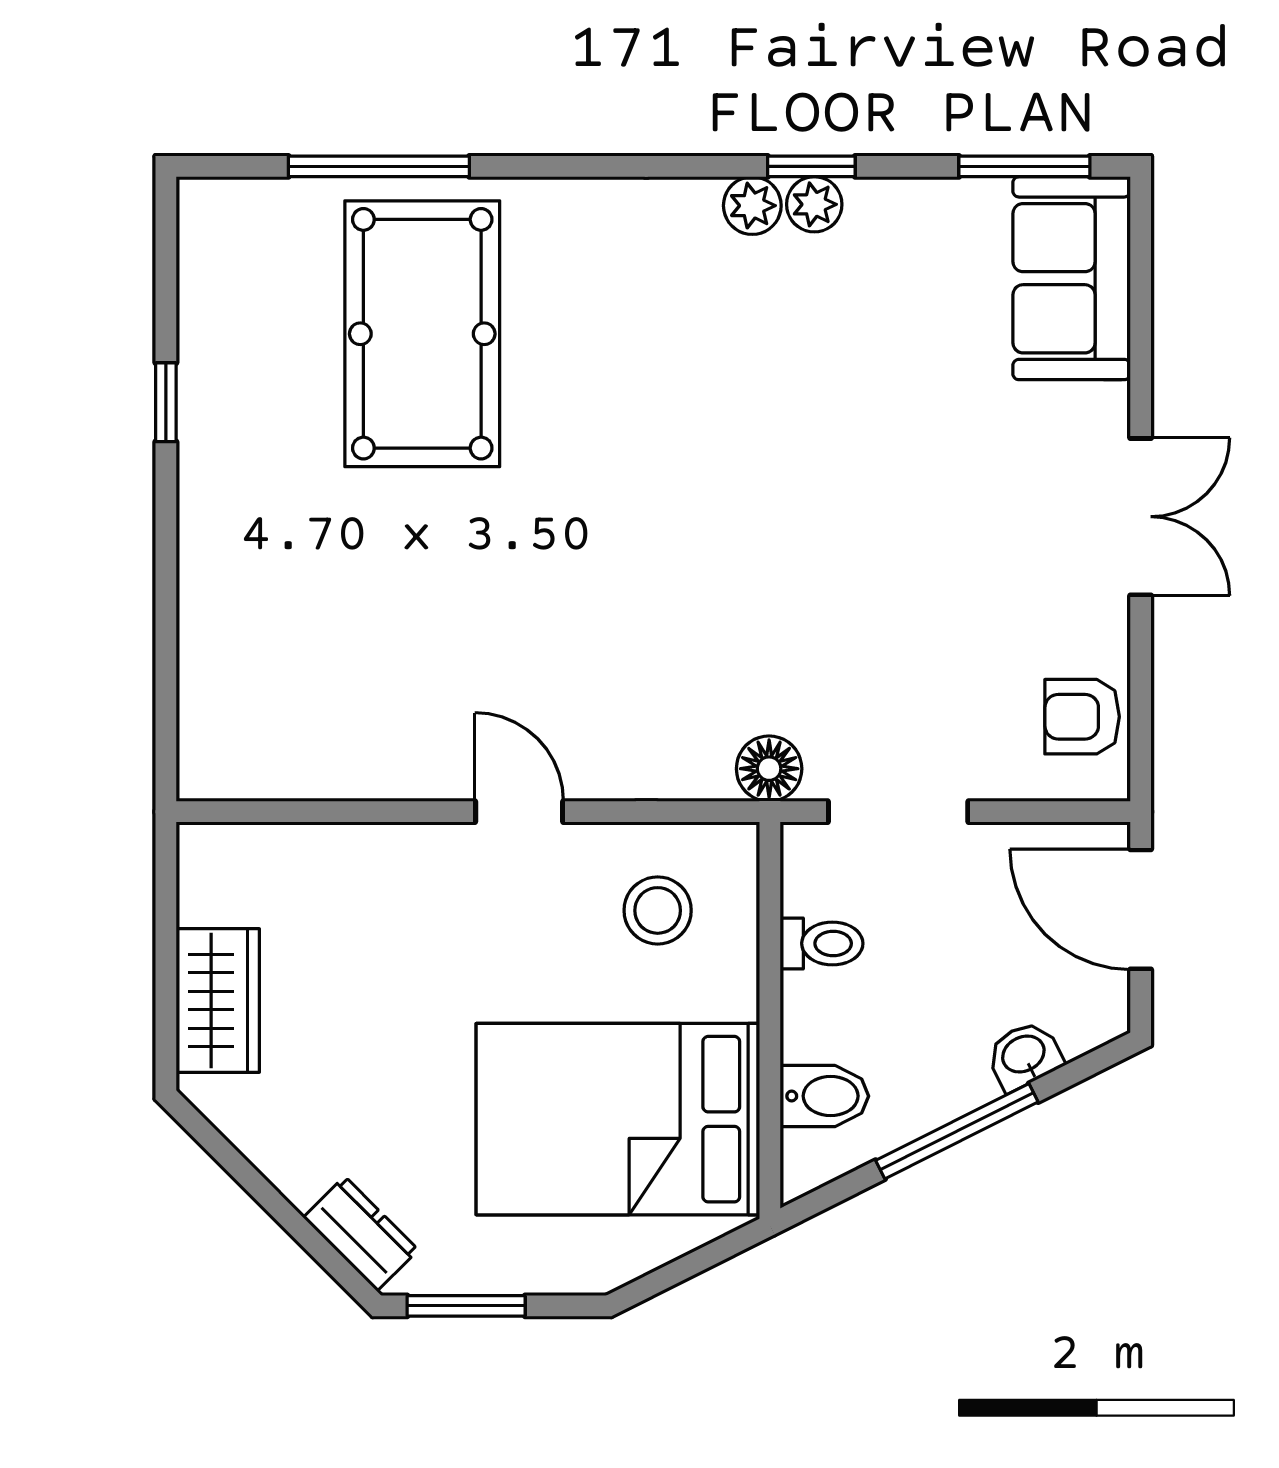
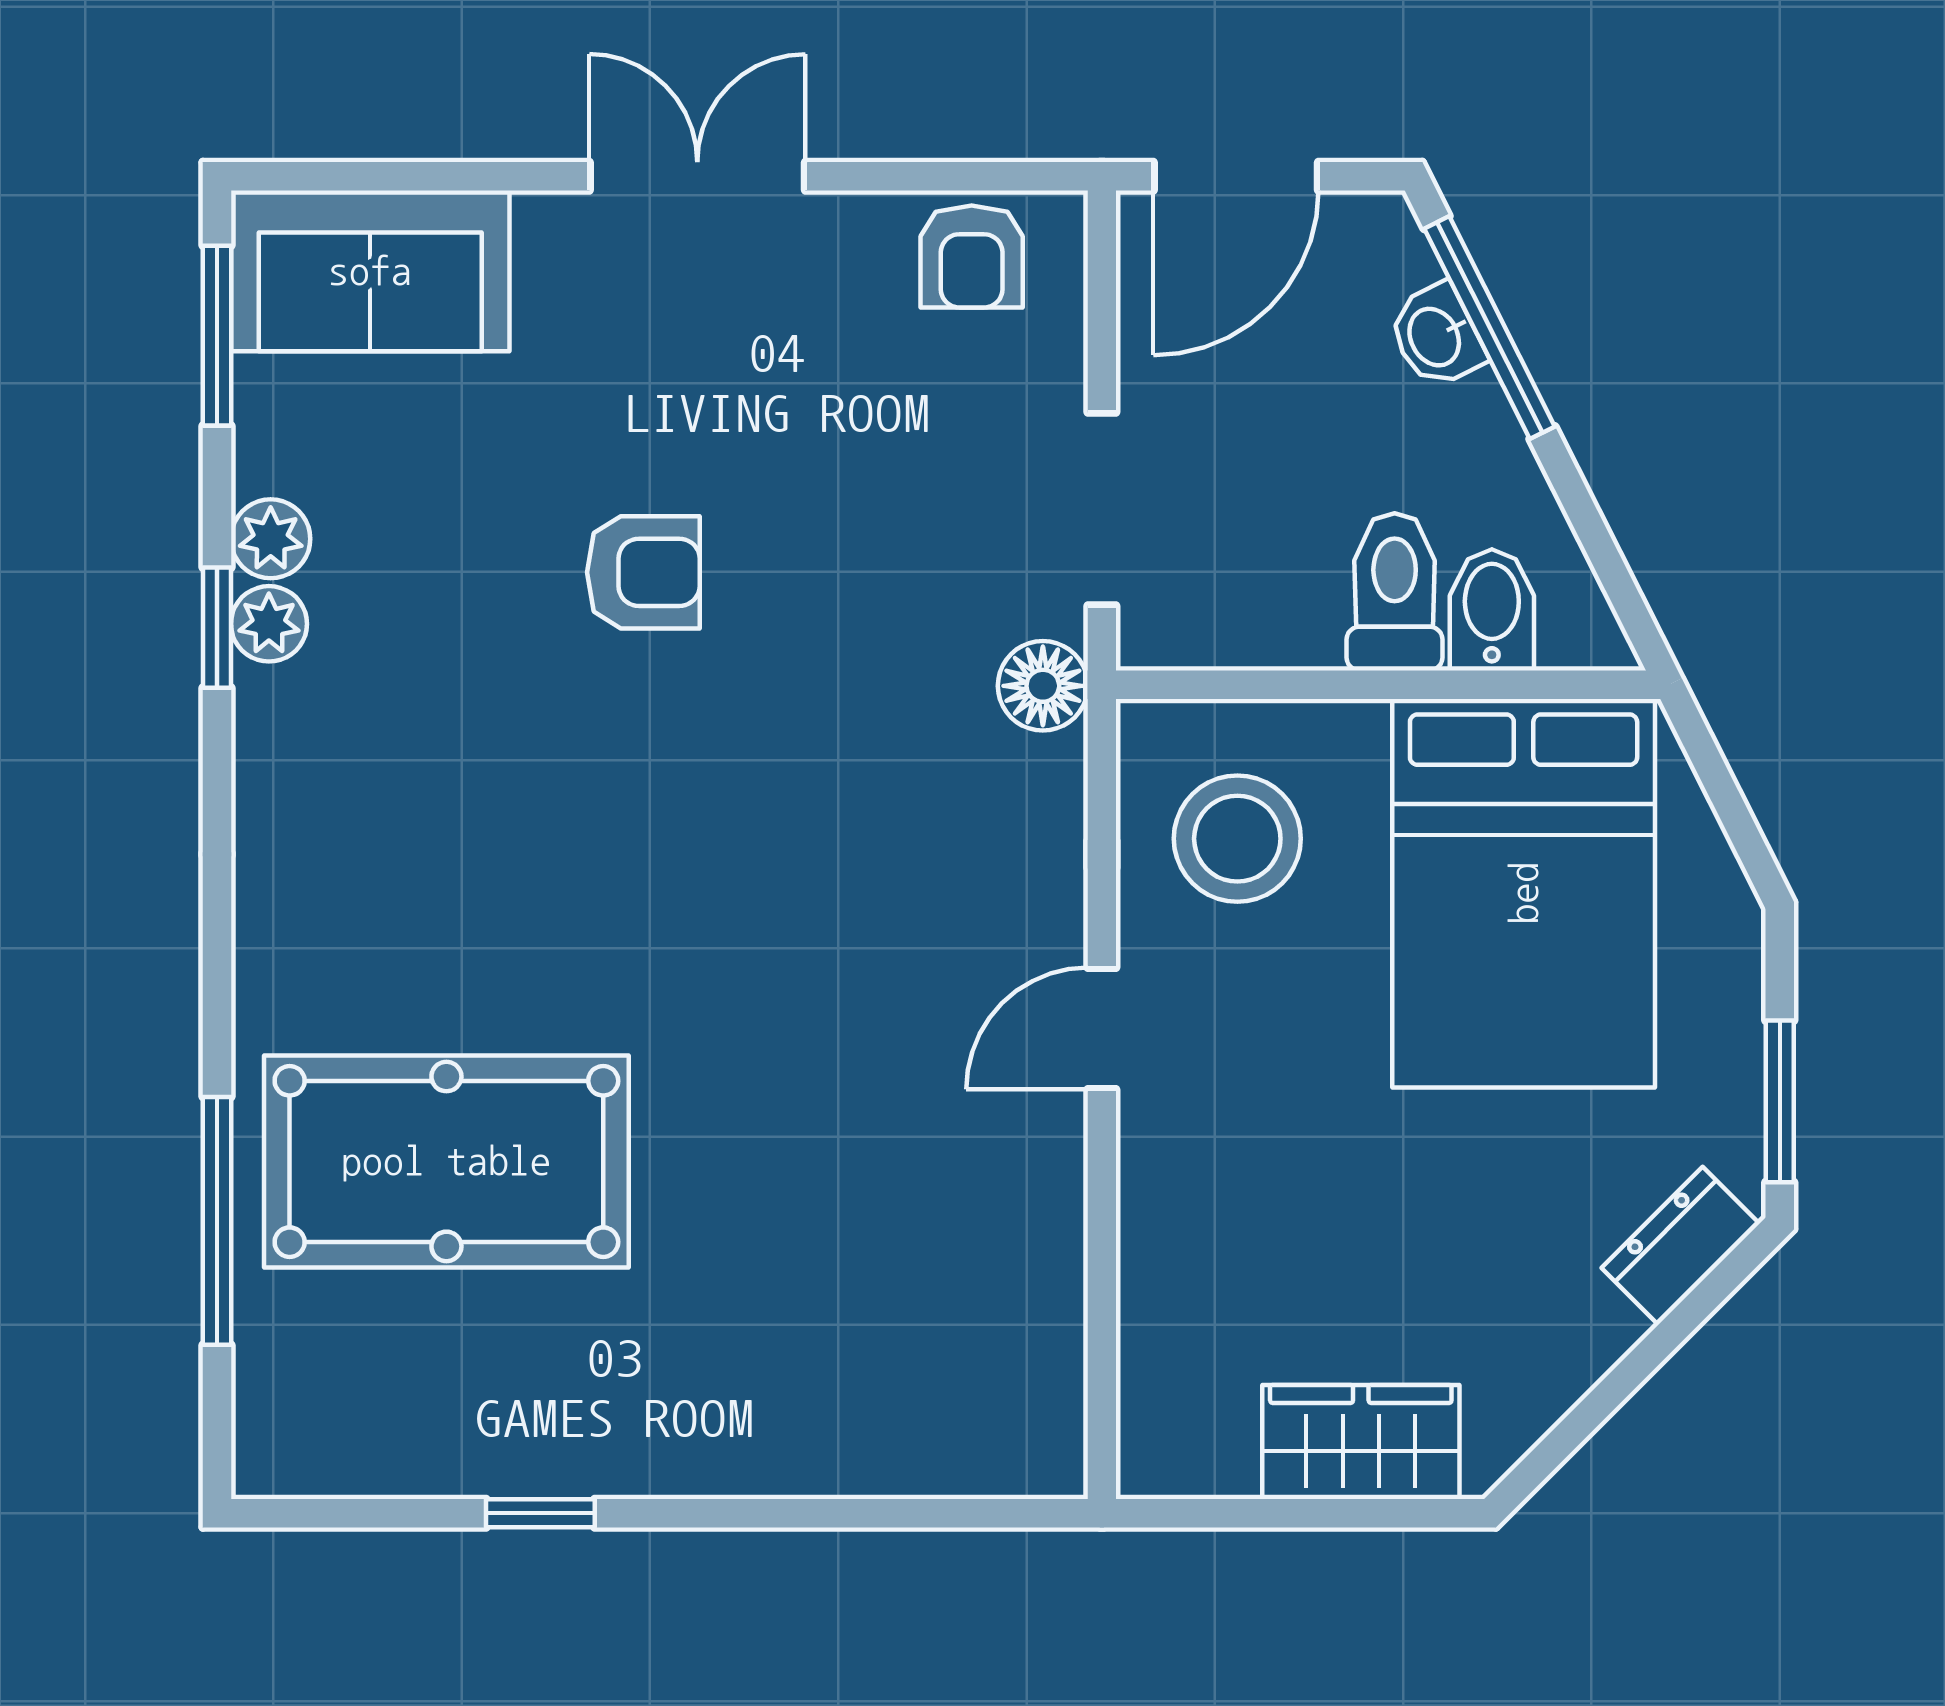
plant: (752, 206) -> (271, 539), moved
armchair: (852, 477) -> (643, 572), added
stool: (658, 910) -> (1237, 839), width x1.38, depth x1.38
toilet: (822, 943) -> (1395, 592), moved, width x1.37, depth x1.39
window: (957, 1131) -> (1490, 328), moved

